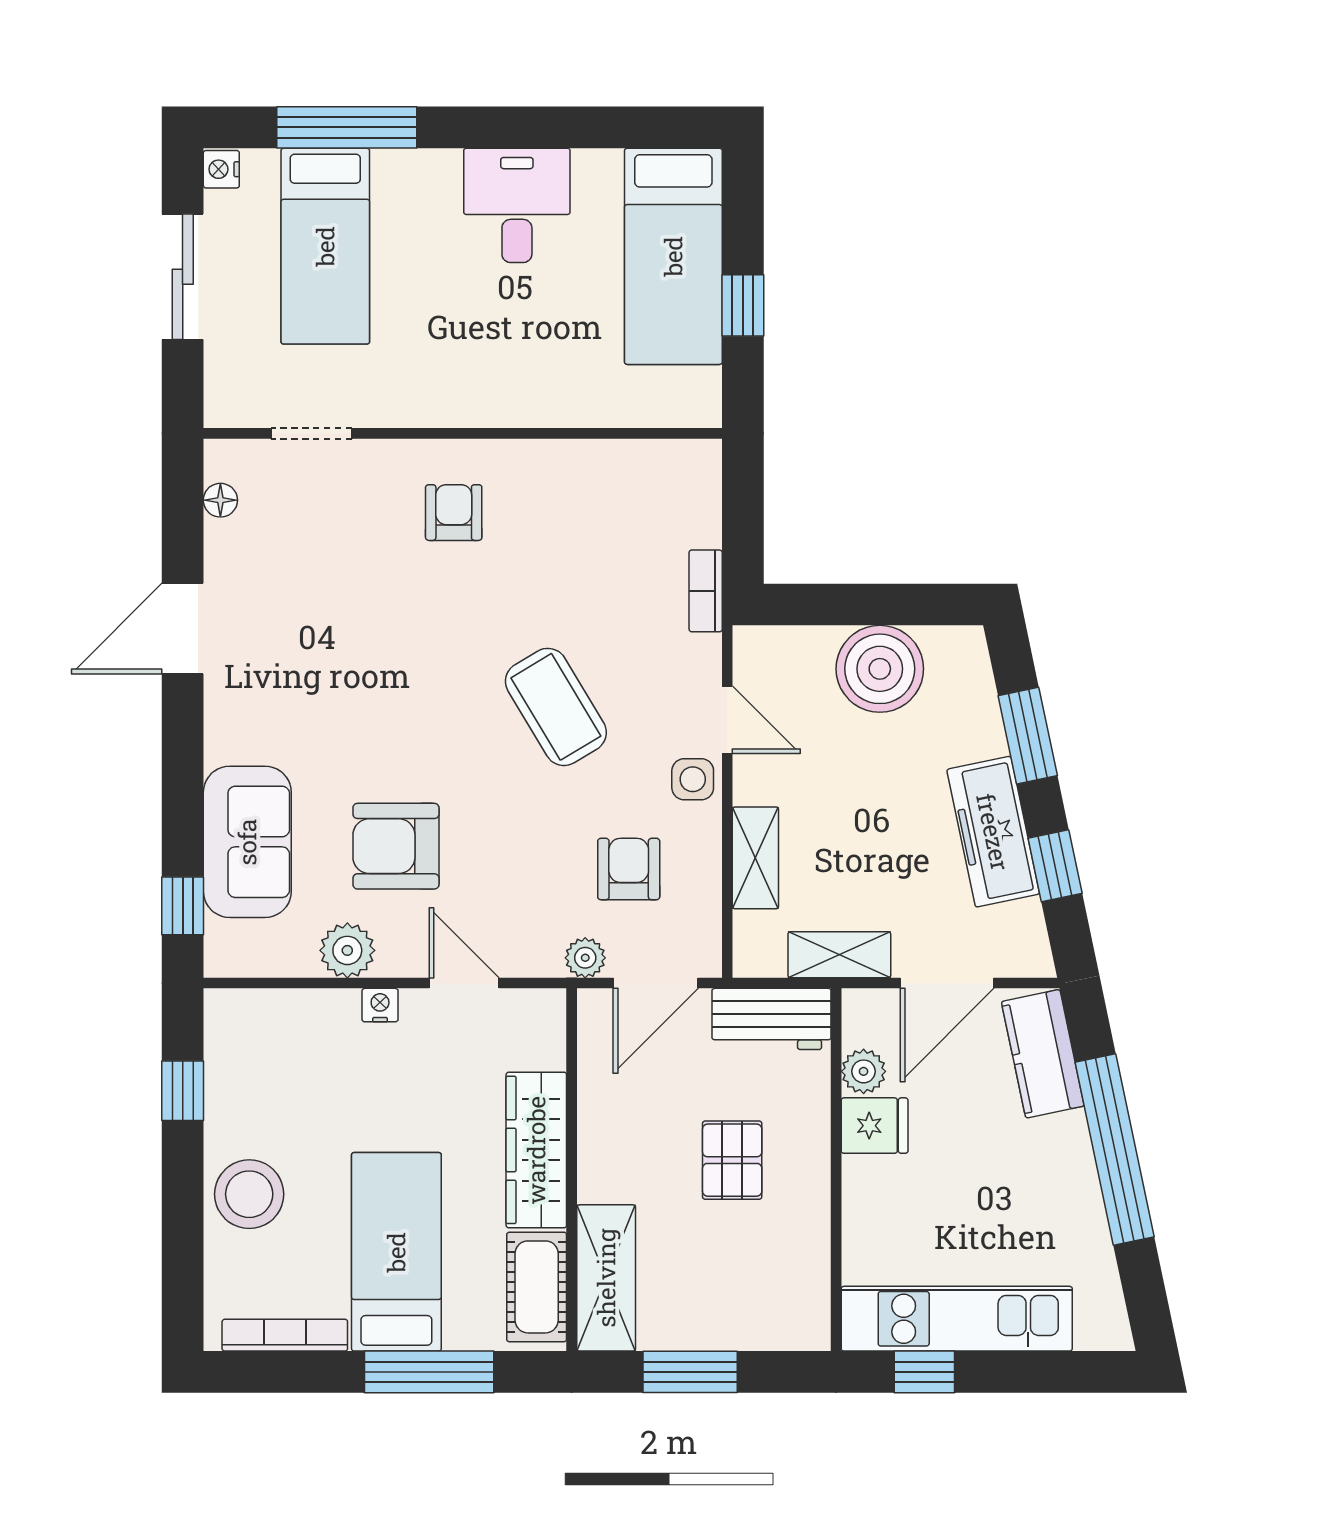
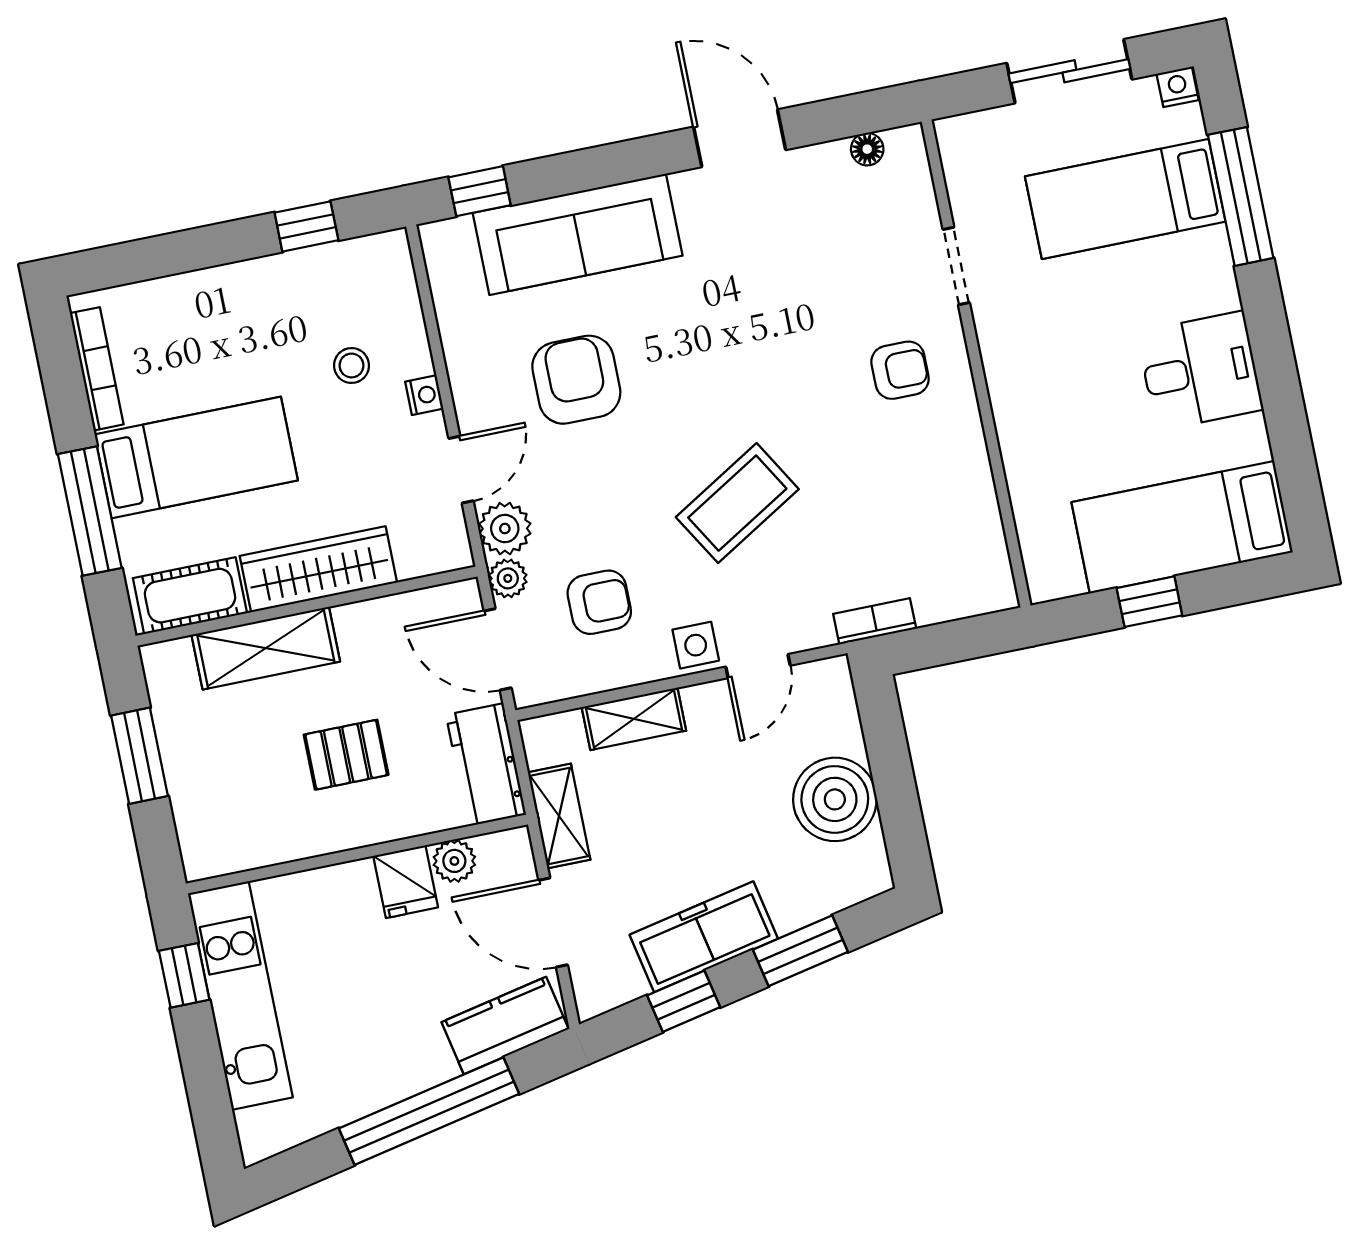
doorway: (312, 433) -> (956, 266), moved
sofa: (247, 842) -> (578, 234), width x1.36
plant: (347, 950) -> (505, 529), moved
stool: (249, 1194) -> (351, 366), moved, width x0.53, depth x0.53
shelving: (606, 1278) -> (266, 648), moved

